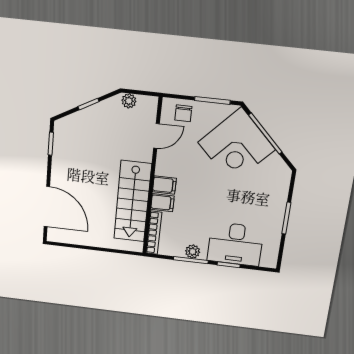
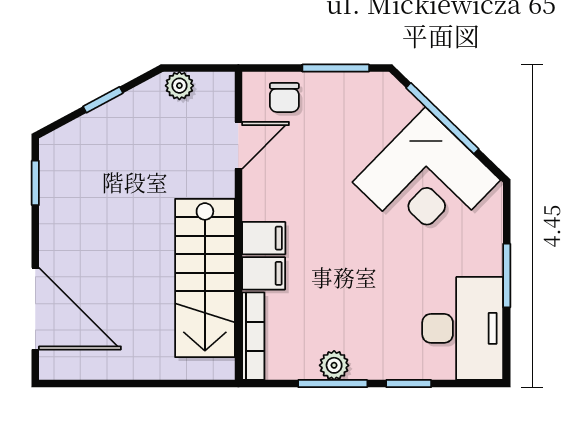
corner desk: (236, 146) -> (426, 181), moved
desk: (235, 244) -> (463, 328), moved, turned -90

